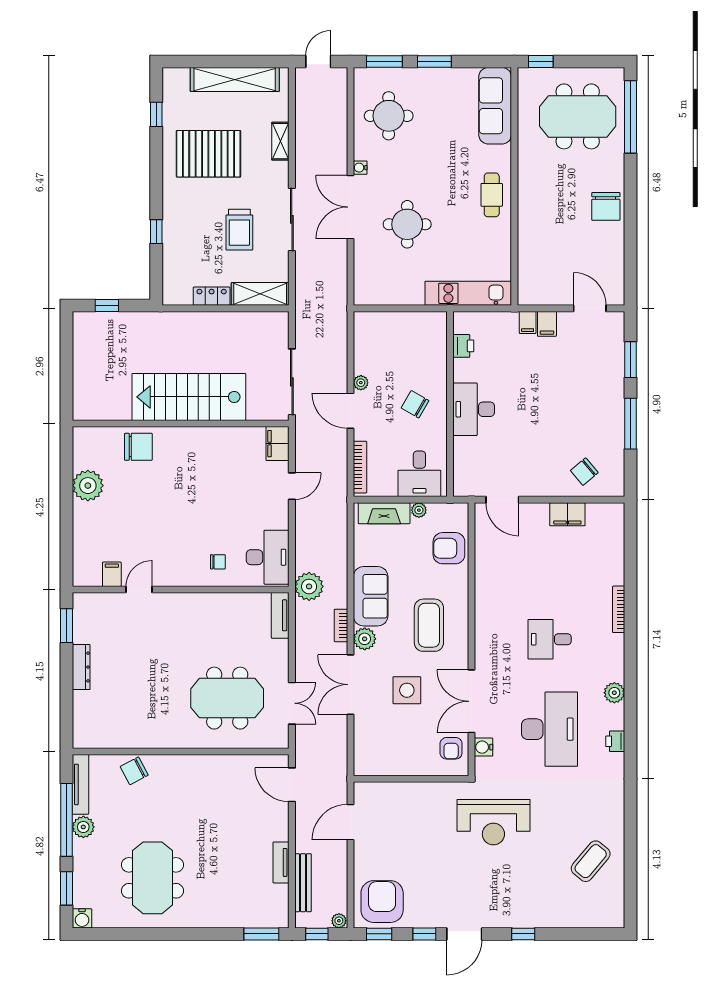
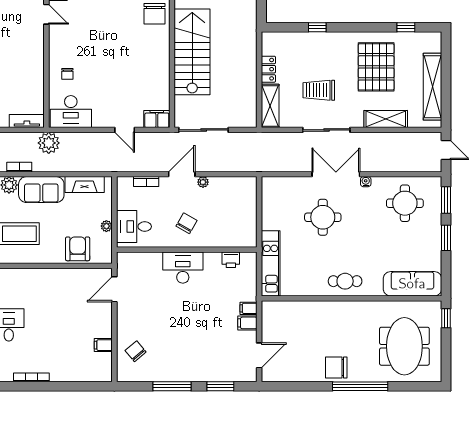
window: (631, 117) -> (360, 386), moved
shelving: (280, 141) -> (386, 119), width x1.50, depth x1.33
bookcase: (360, 467) -> (146, 182), width x0.64
fireplace: (384, 513) -> (85, 185), moved, turned -90
filing cabinet: (567, 514) -> (103, 345), width x0.50

